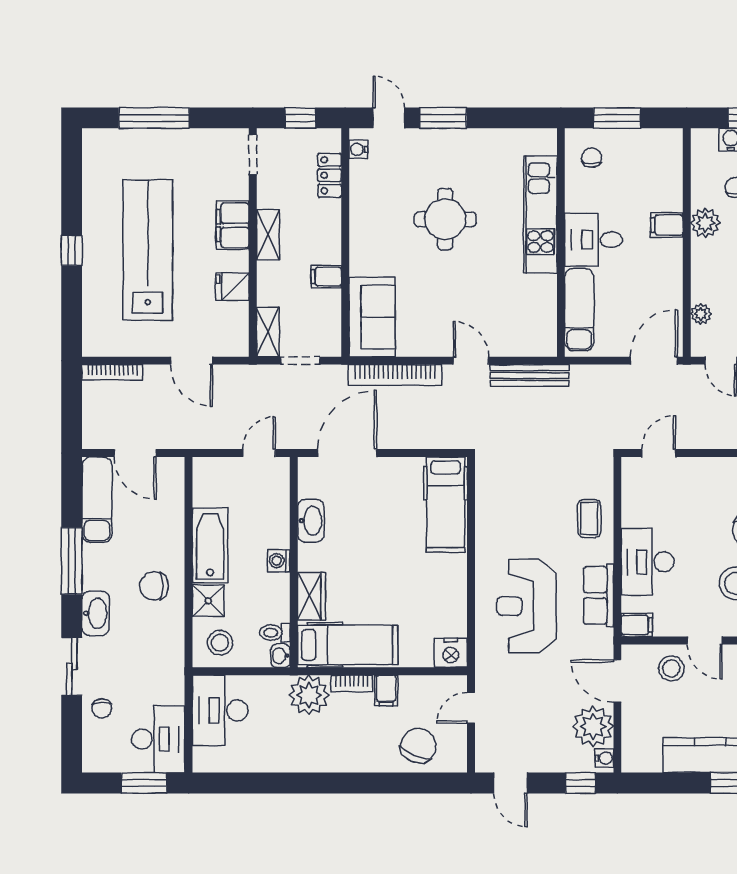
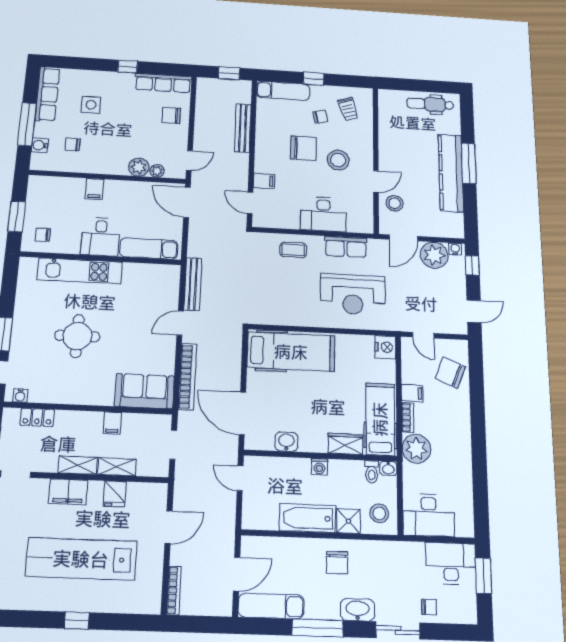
plant: (705, 223) -> (139, 167), moved
shelving: (268, 332) -> (117, 467), moved
hospital bed: (446, 505) -> (291, 352), width x1.37, depth x1.29
washbasin: (311, 521) -> (286, 442), width x0.72
filing cabinet: (637, 625) -> (264, 181), moved, turned 90

